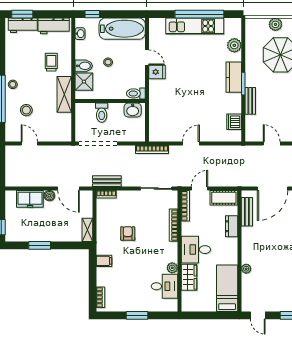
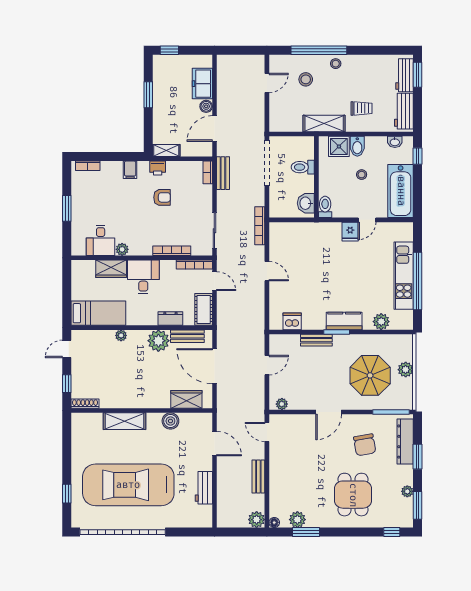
printer: (102, 237) -> (158, 168), added
plant: (251, 237) -> (158, 341), added

